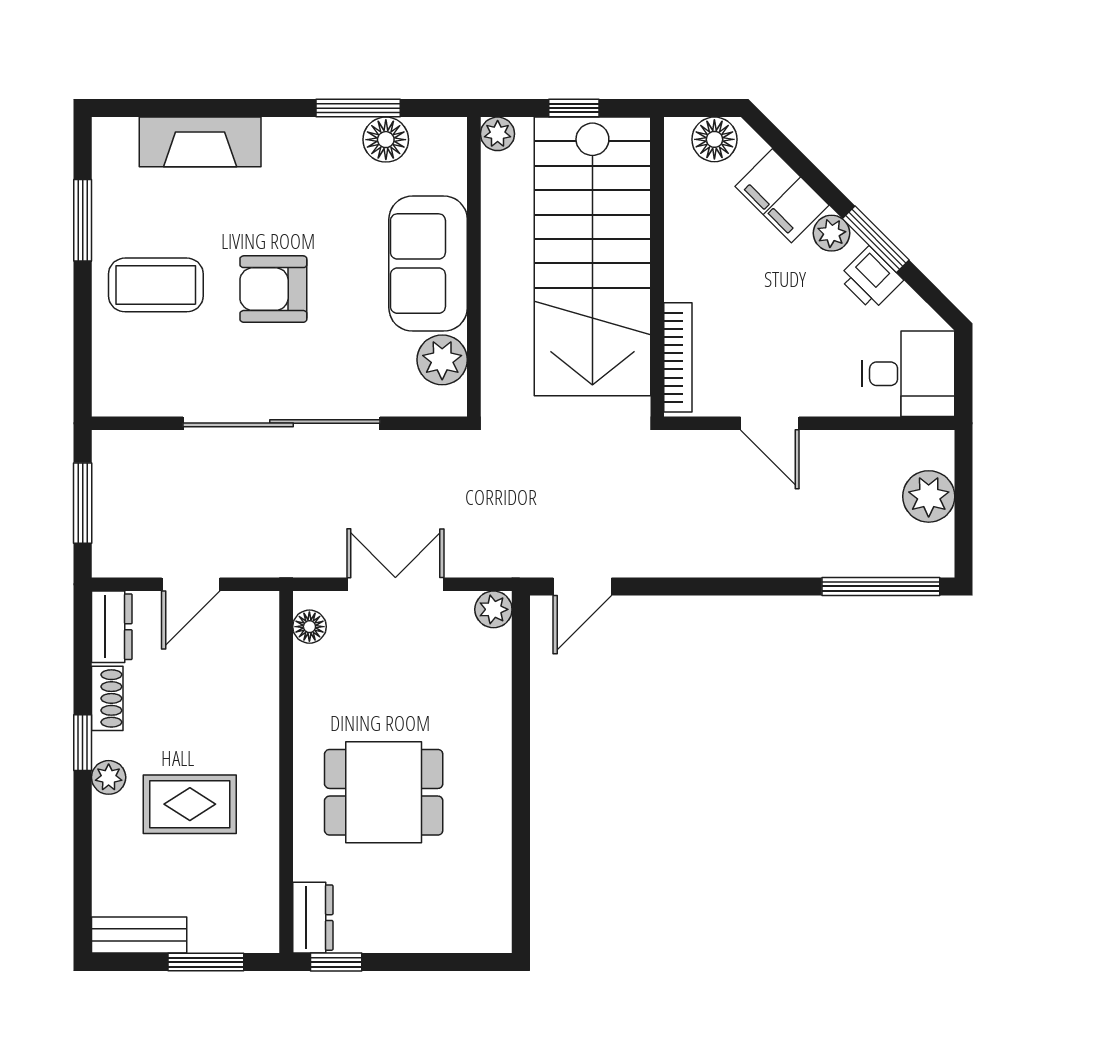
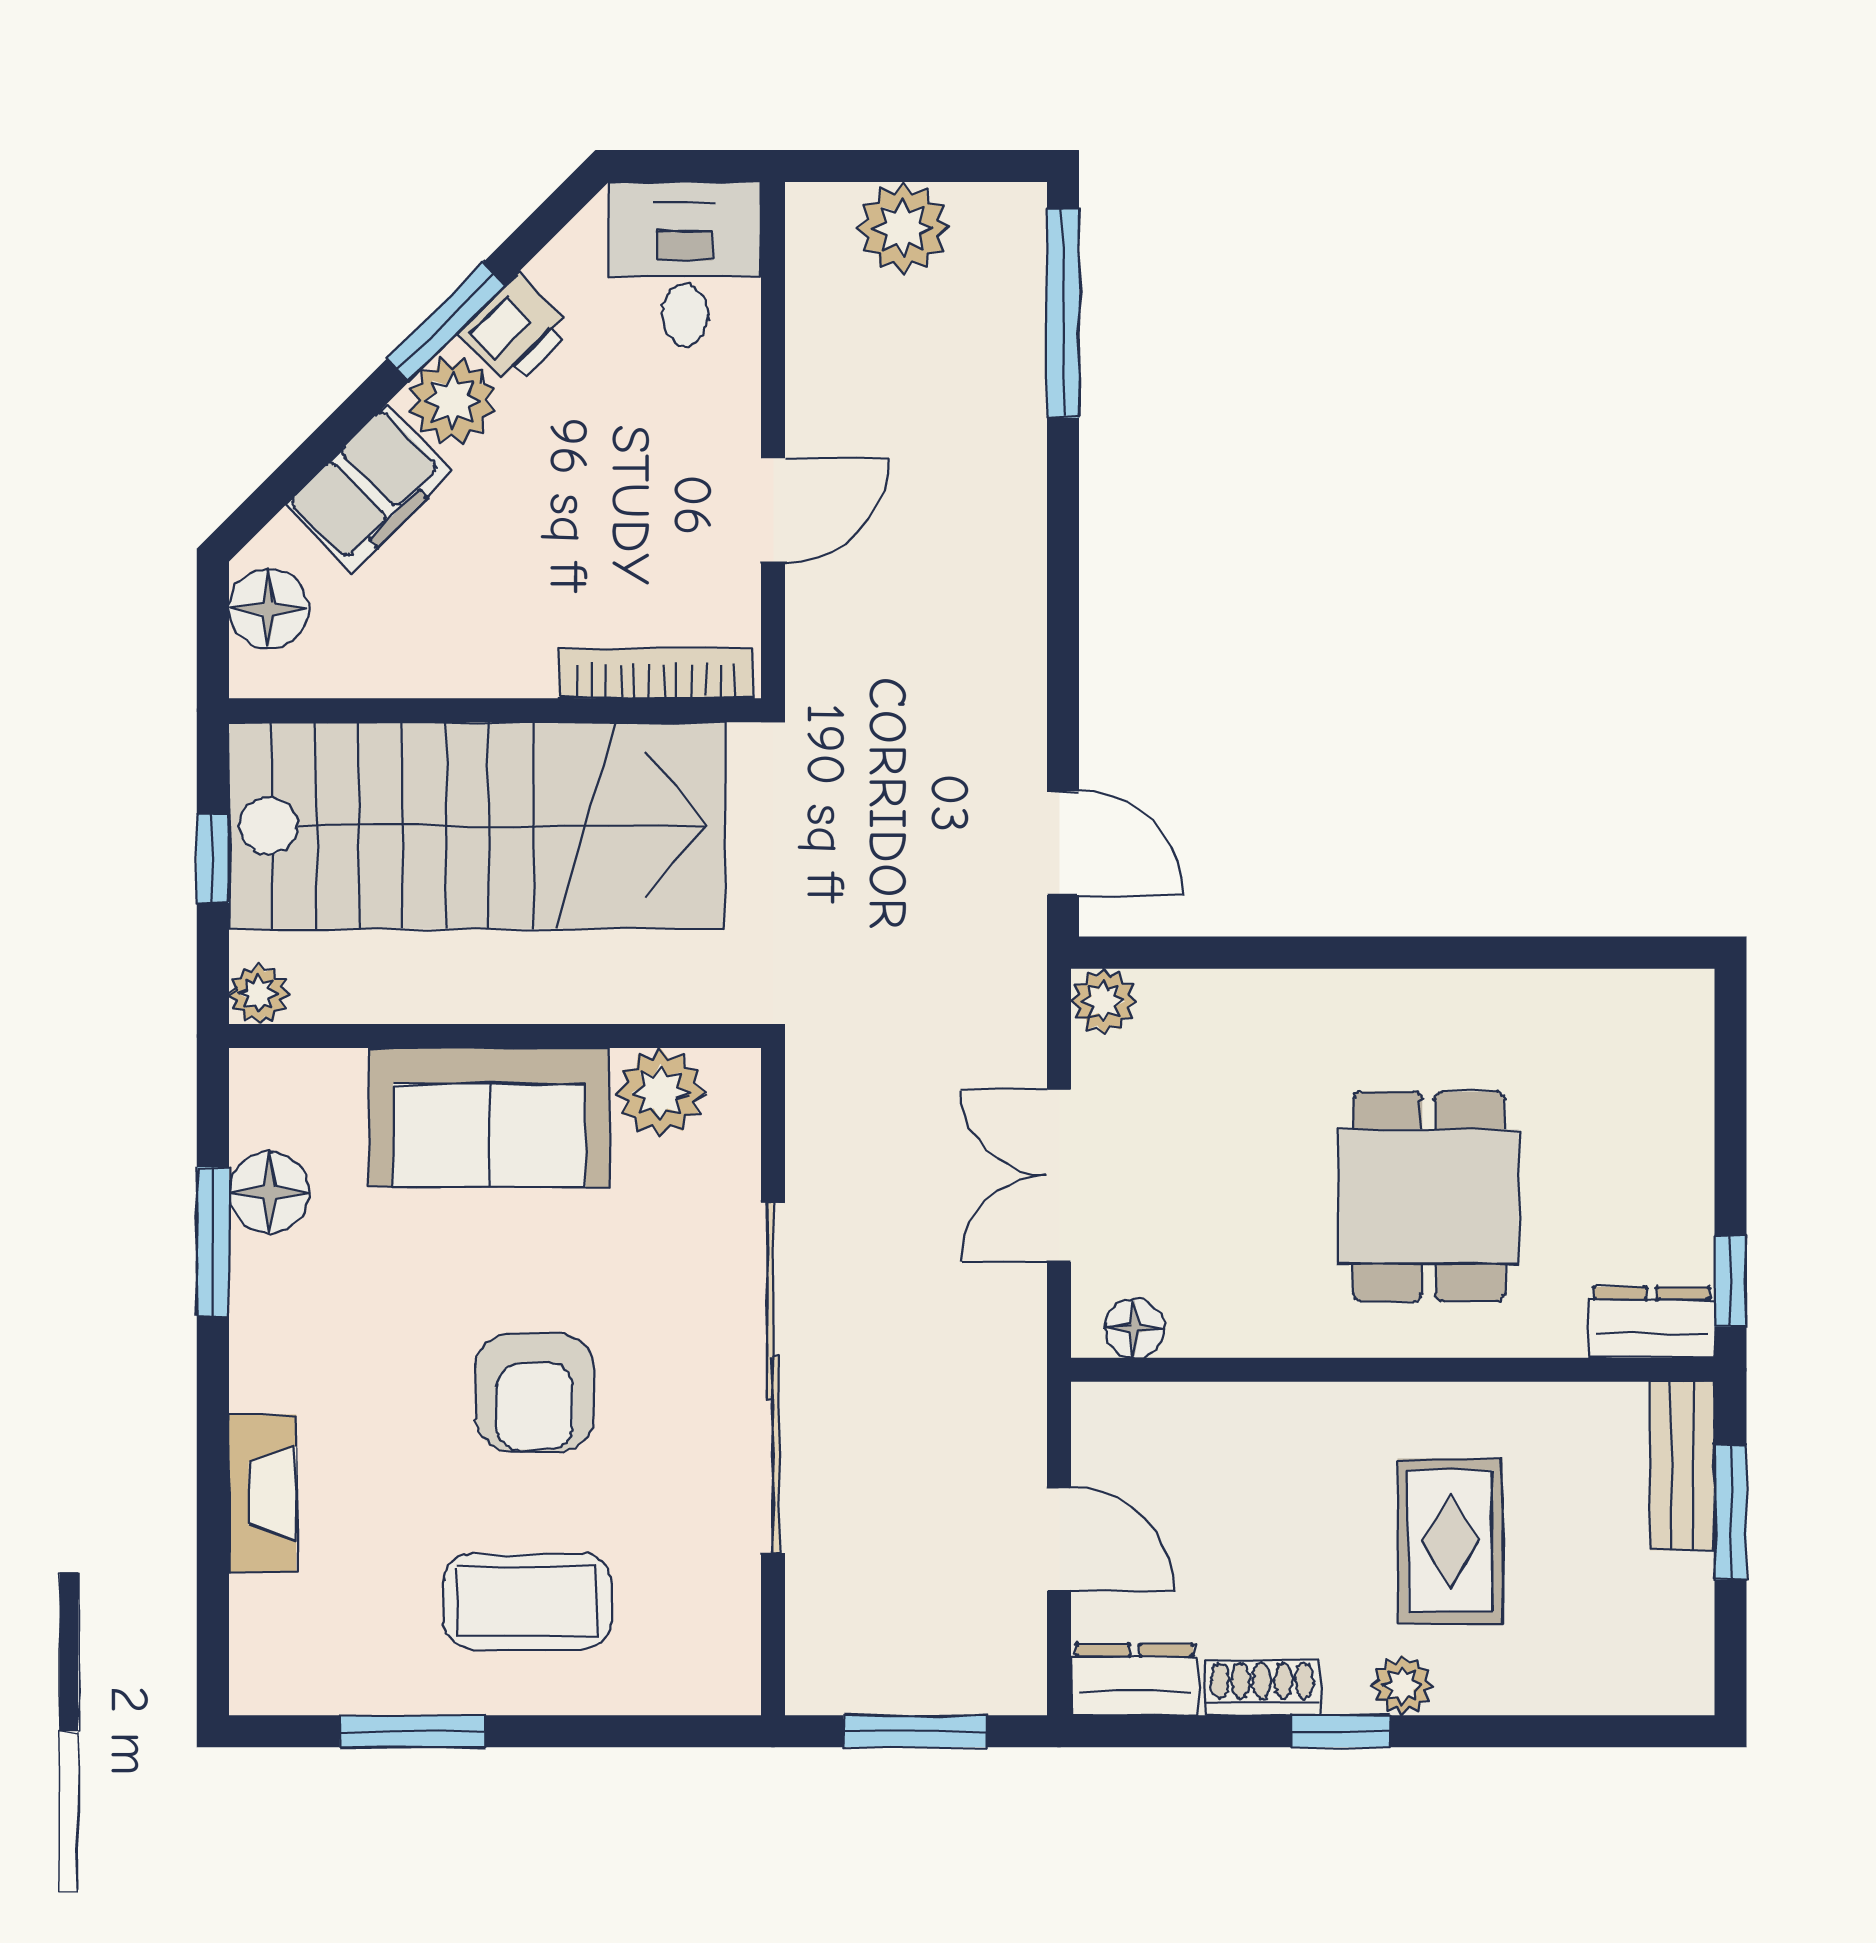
fireplace: (200, 142) -> (262, 1494), width x0.73, depth x0.76
plant: (832, 233) -> (452, 401), width x1.38, depth x1.38
coffee table: (156, 285) -> (527, 1601), turned 90
bench: (139, 935) -> (1682, 1466), moved

